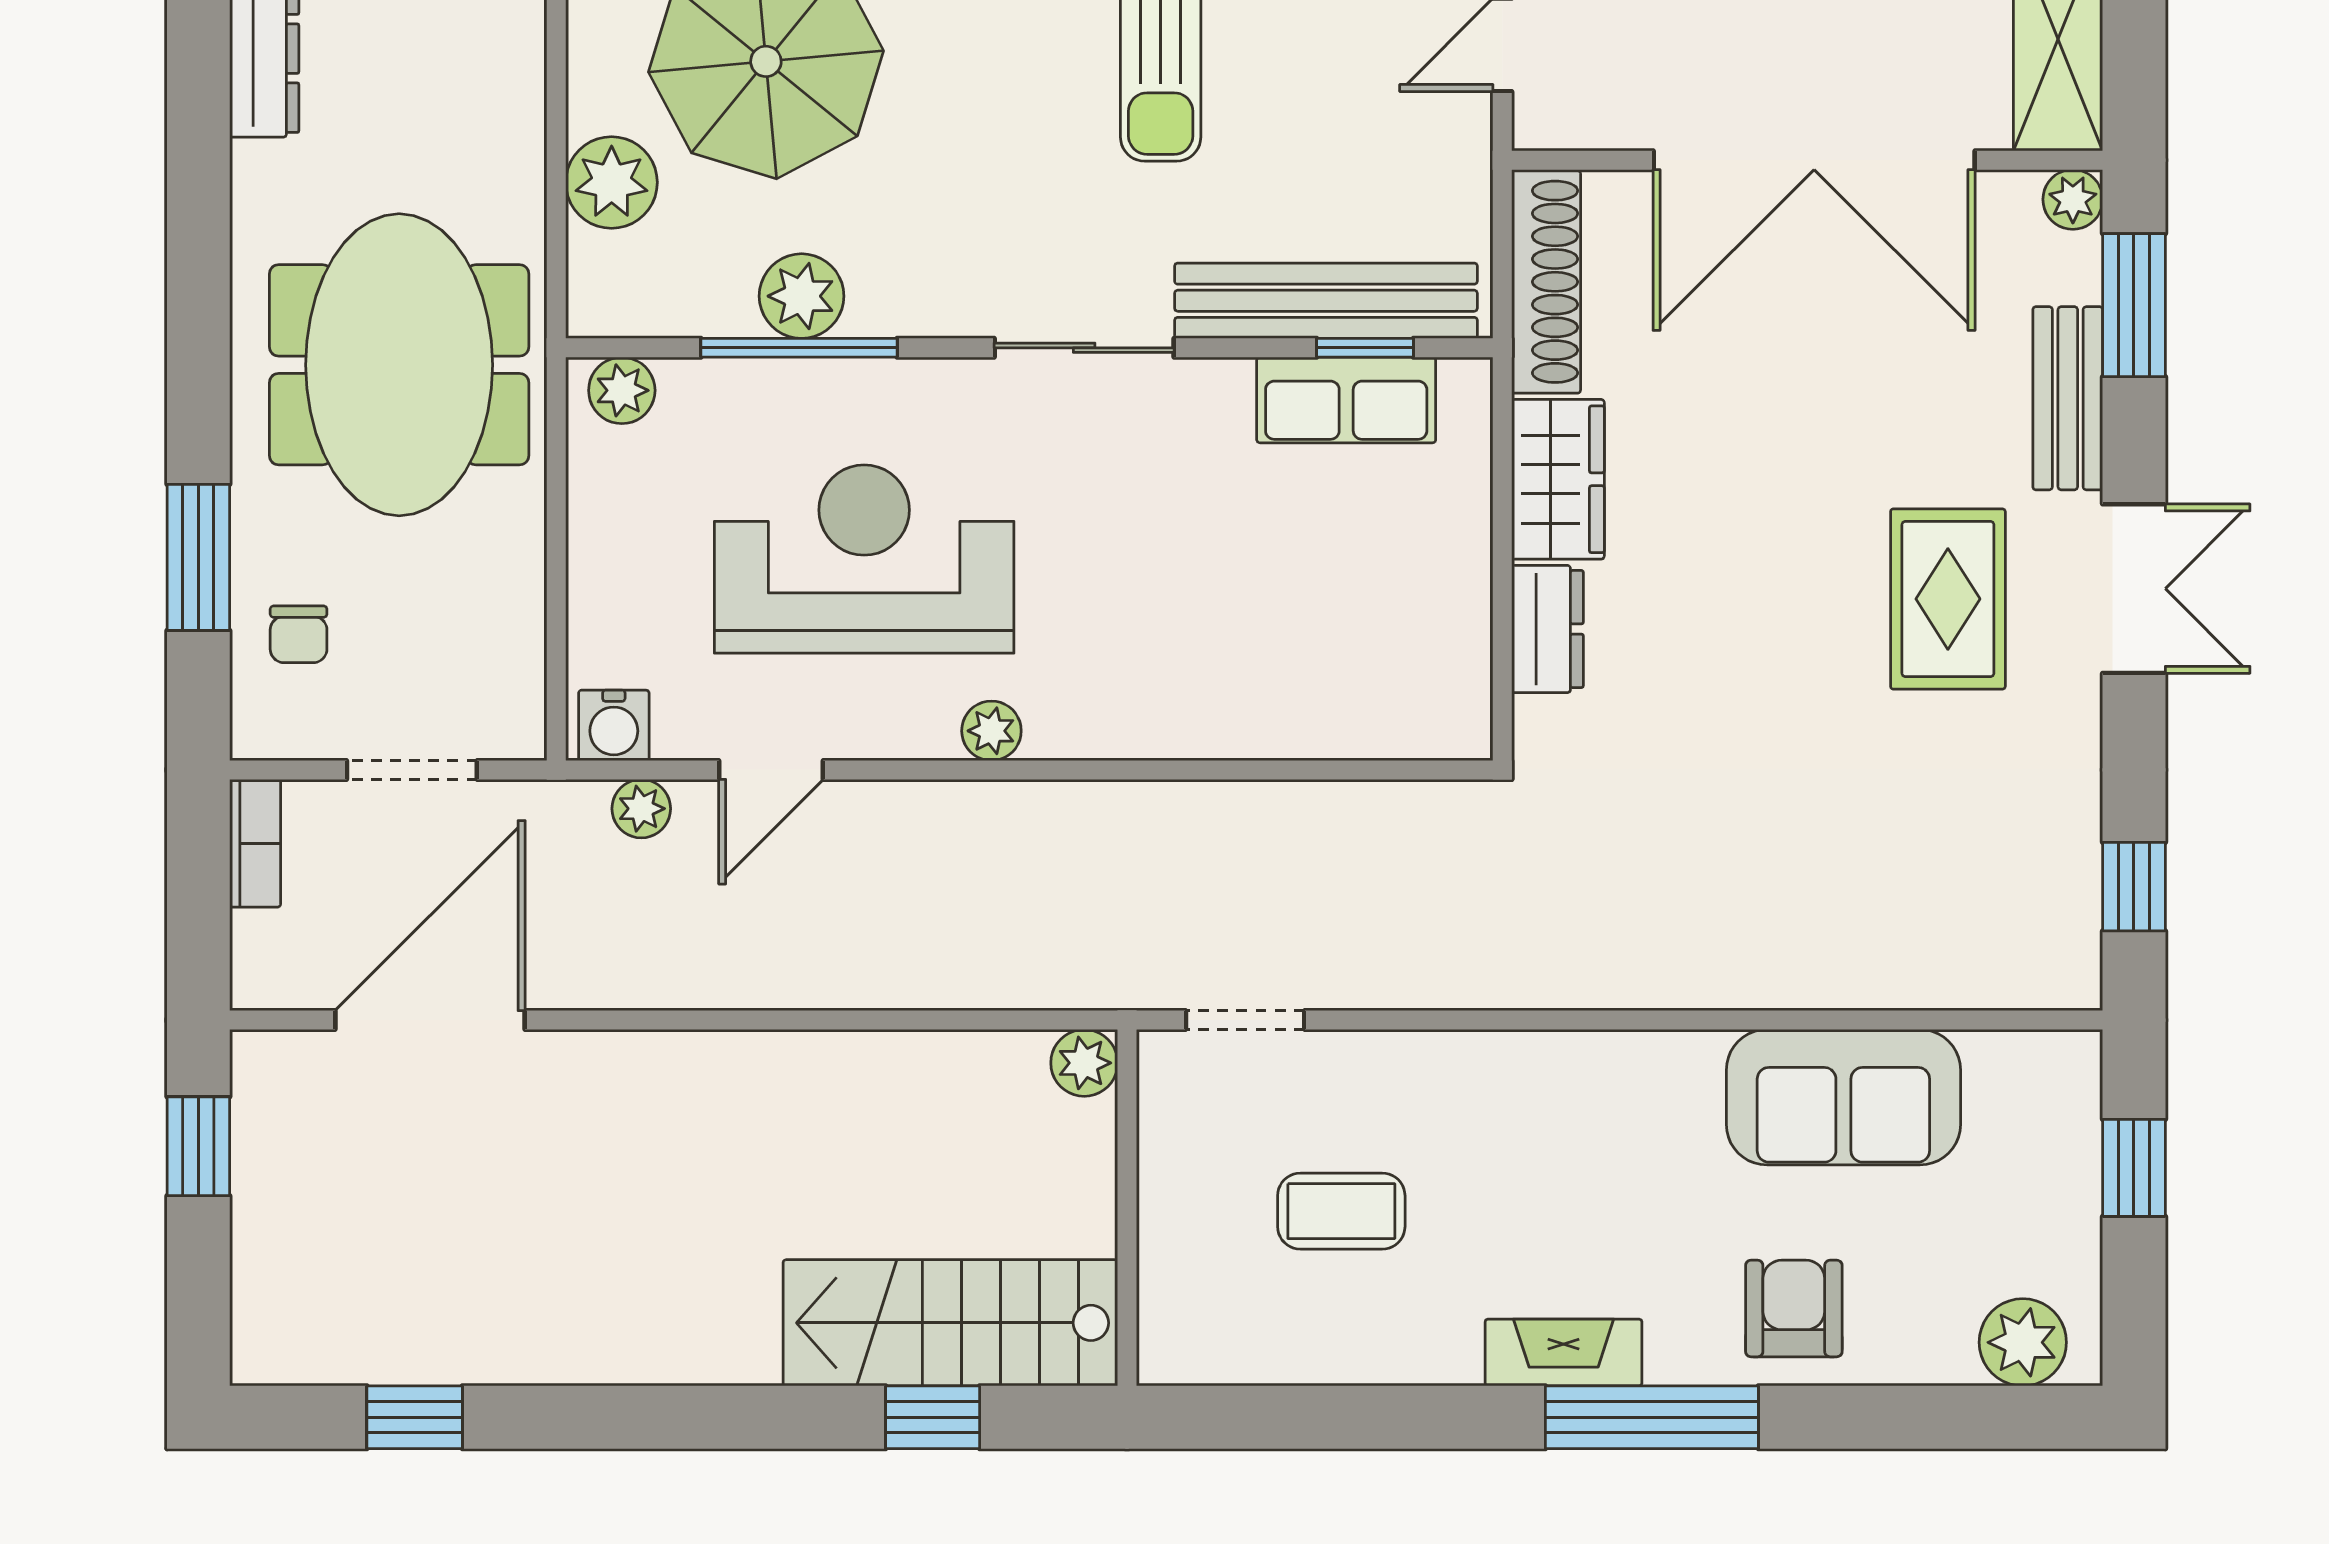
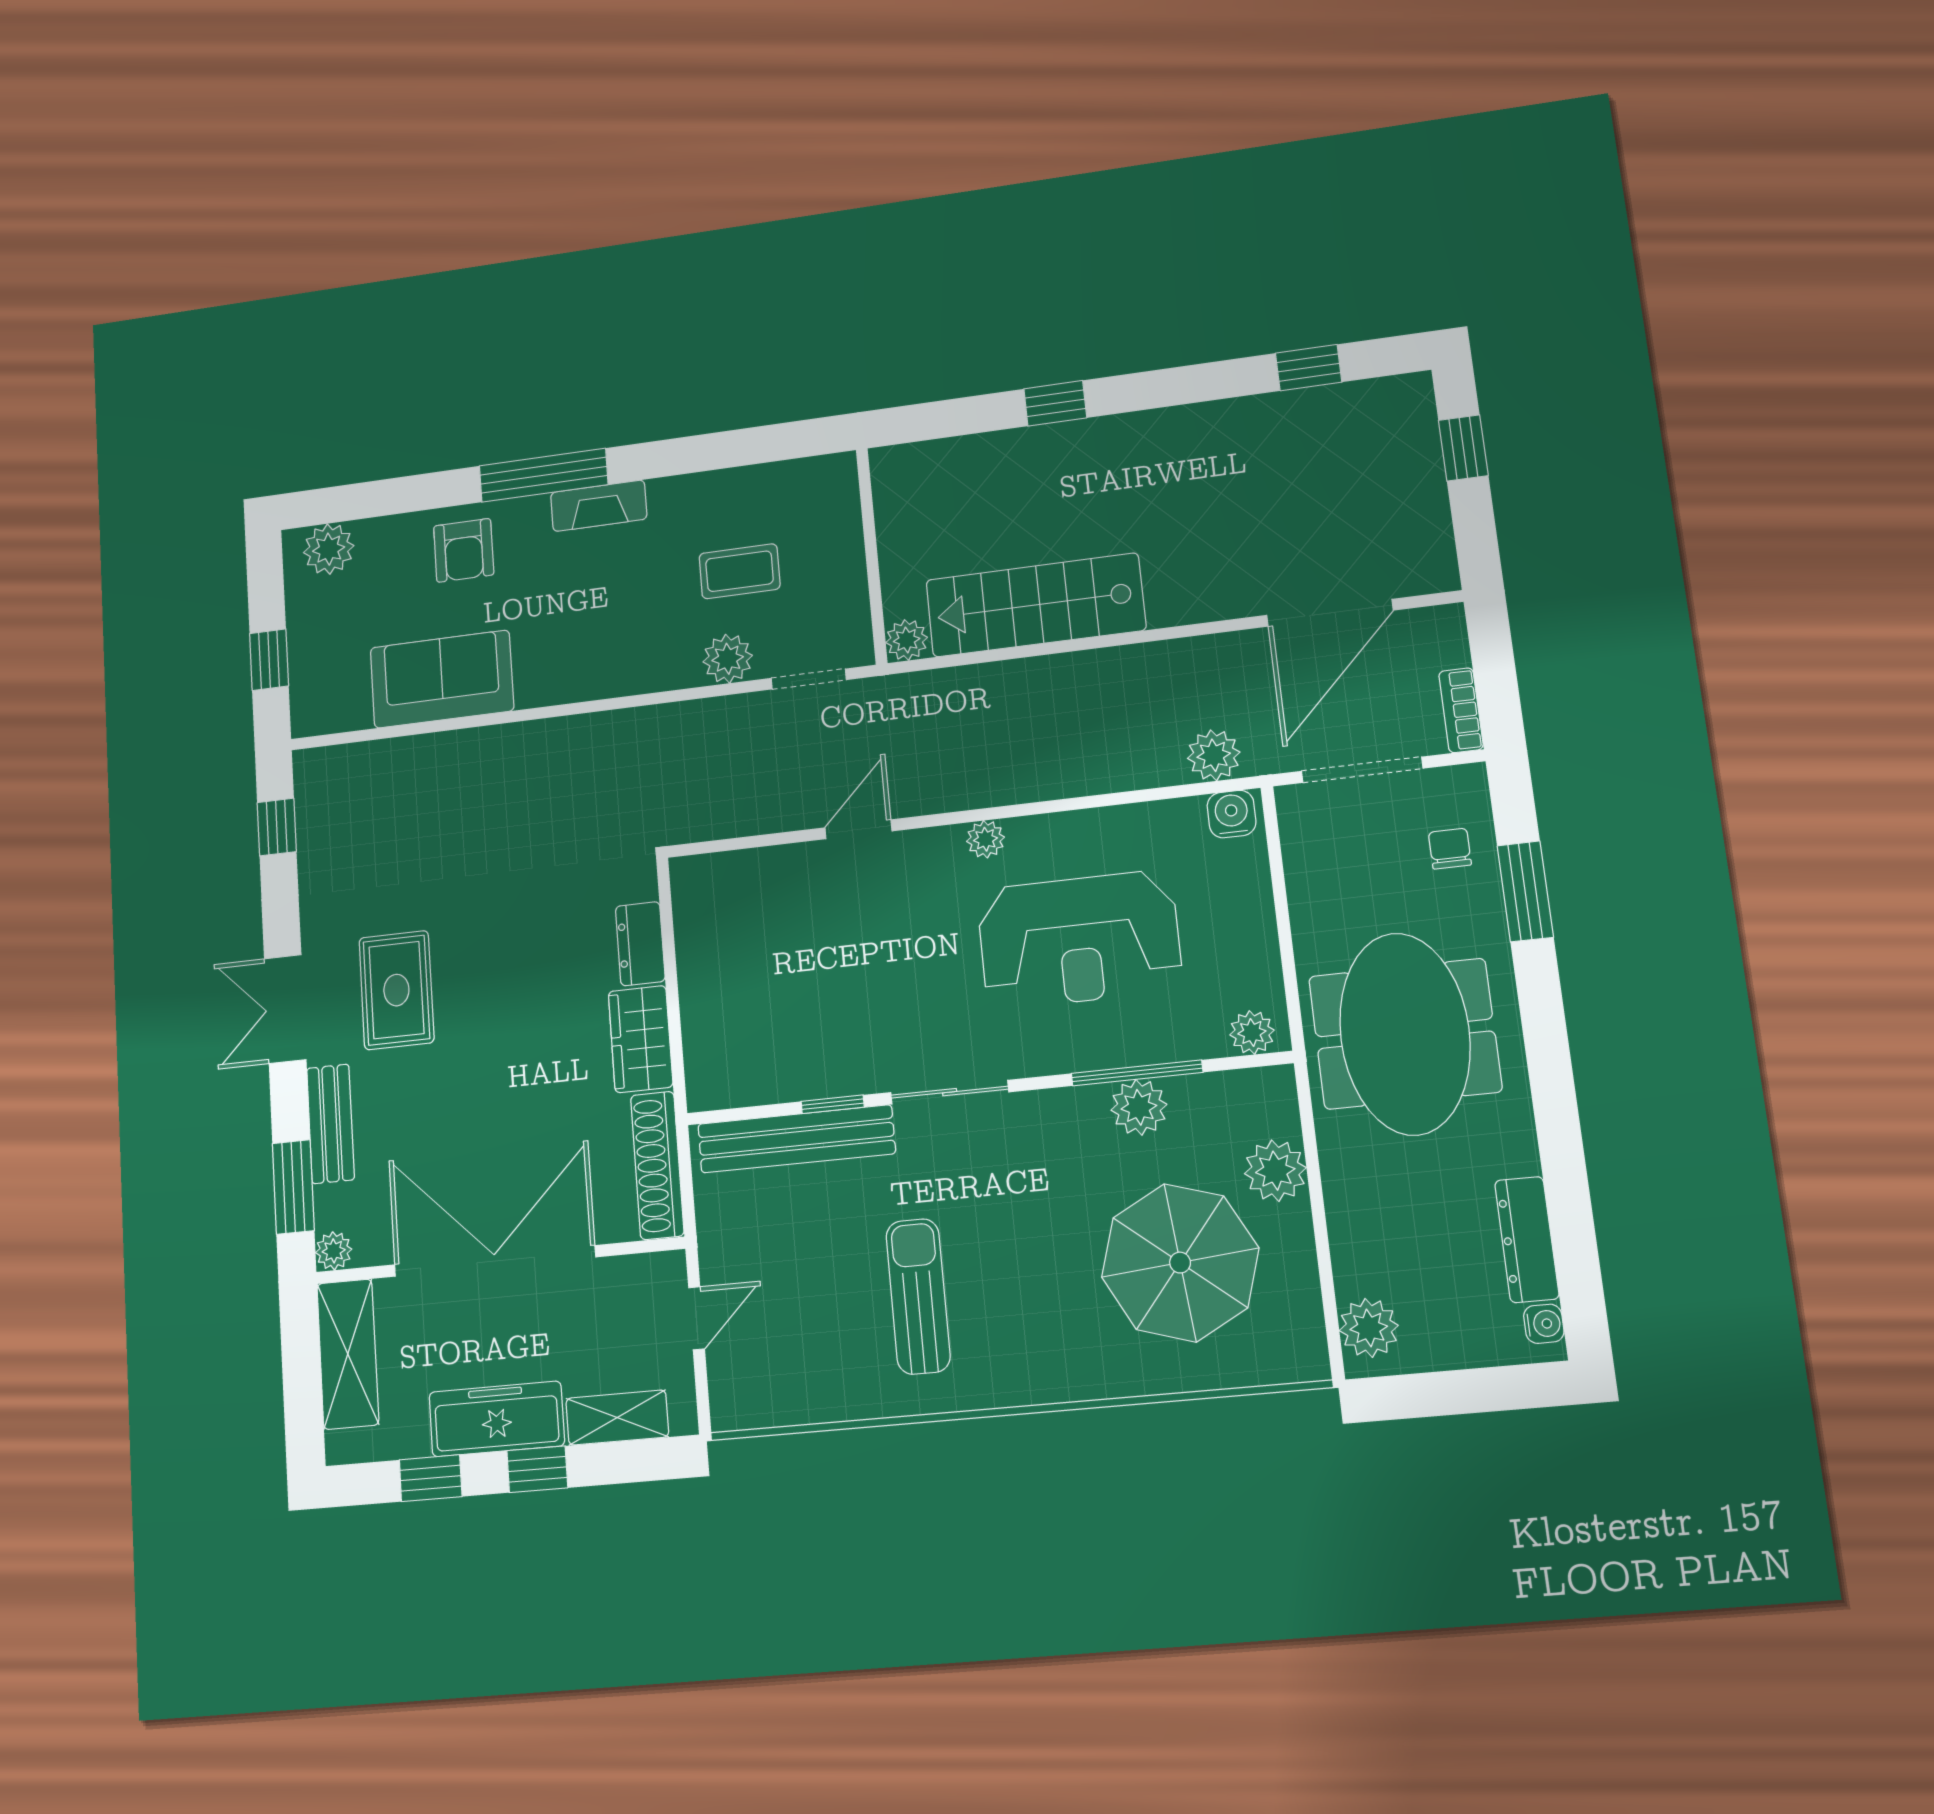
window: (1365, 348) -> (833, 1104), moved
row of seats: (1346, 400) -> (778, 1076), removed
doorway: (412, 770) -> (1362, 770), width x1.38
door: (771, 770) -> (858, 829), moved
plant: (641, 809) -> (1214, 755), width x1.38, depth x1.38
plant: (1372, 1070) -> (728, 659), added
window: (198, 1146) -> (1463, 448), moved
stairs: (950, 1323) -> (1035, 605), moved, turned 180
window: (933, 1417) -> (1055, 403), moved

